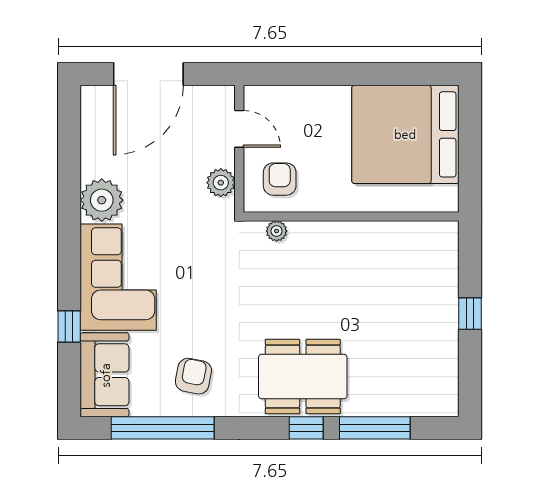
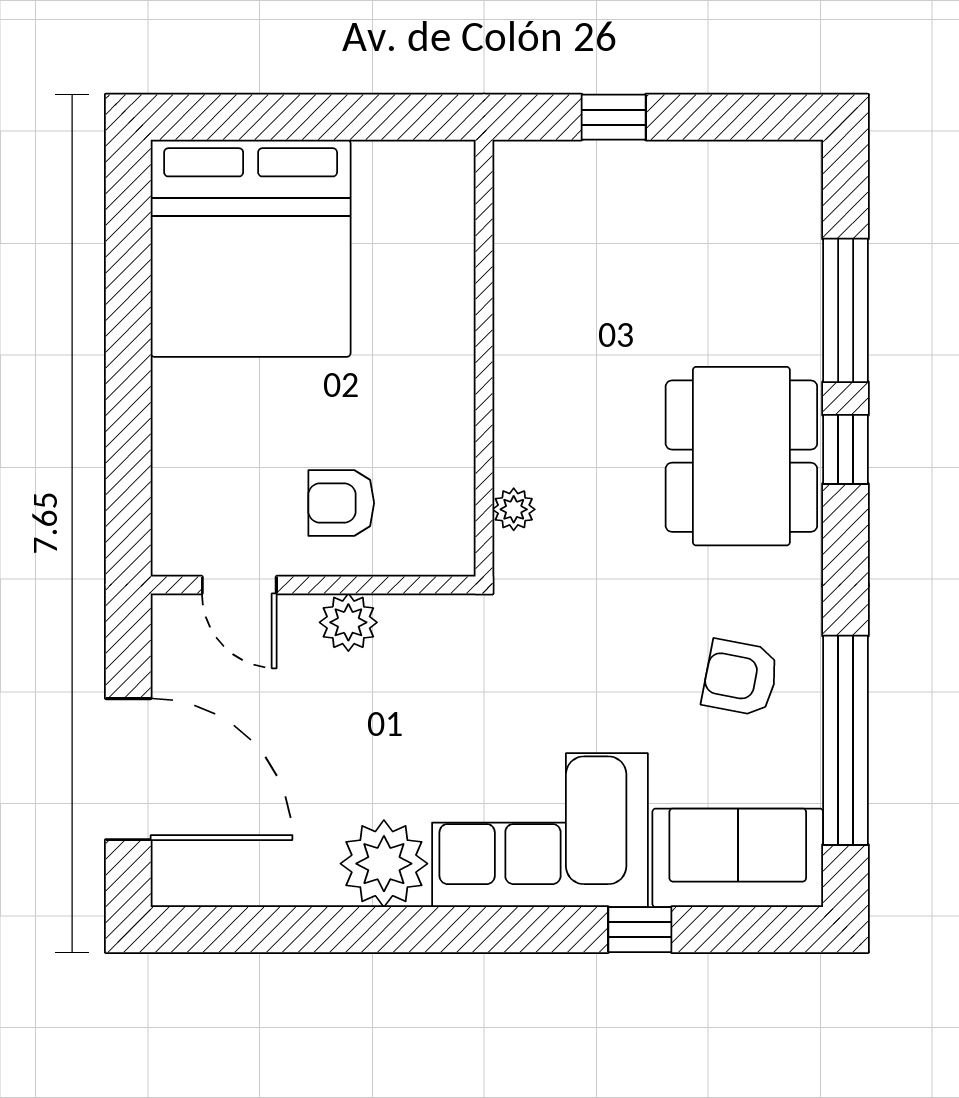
door: (239, 129) -> (239, 585), swing flipped
wall: (351, 216) -> (484, 358), moved
plant: (277, 231) -> (514, 509), moved

